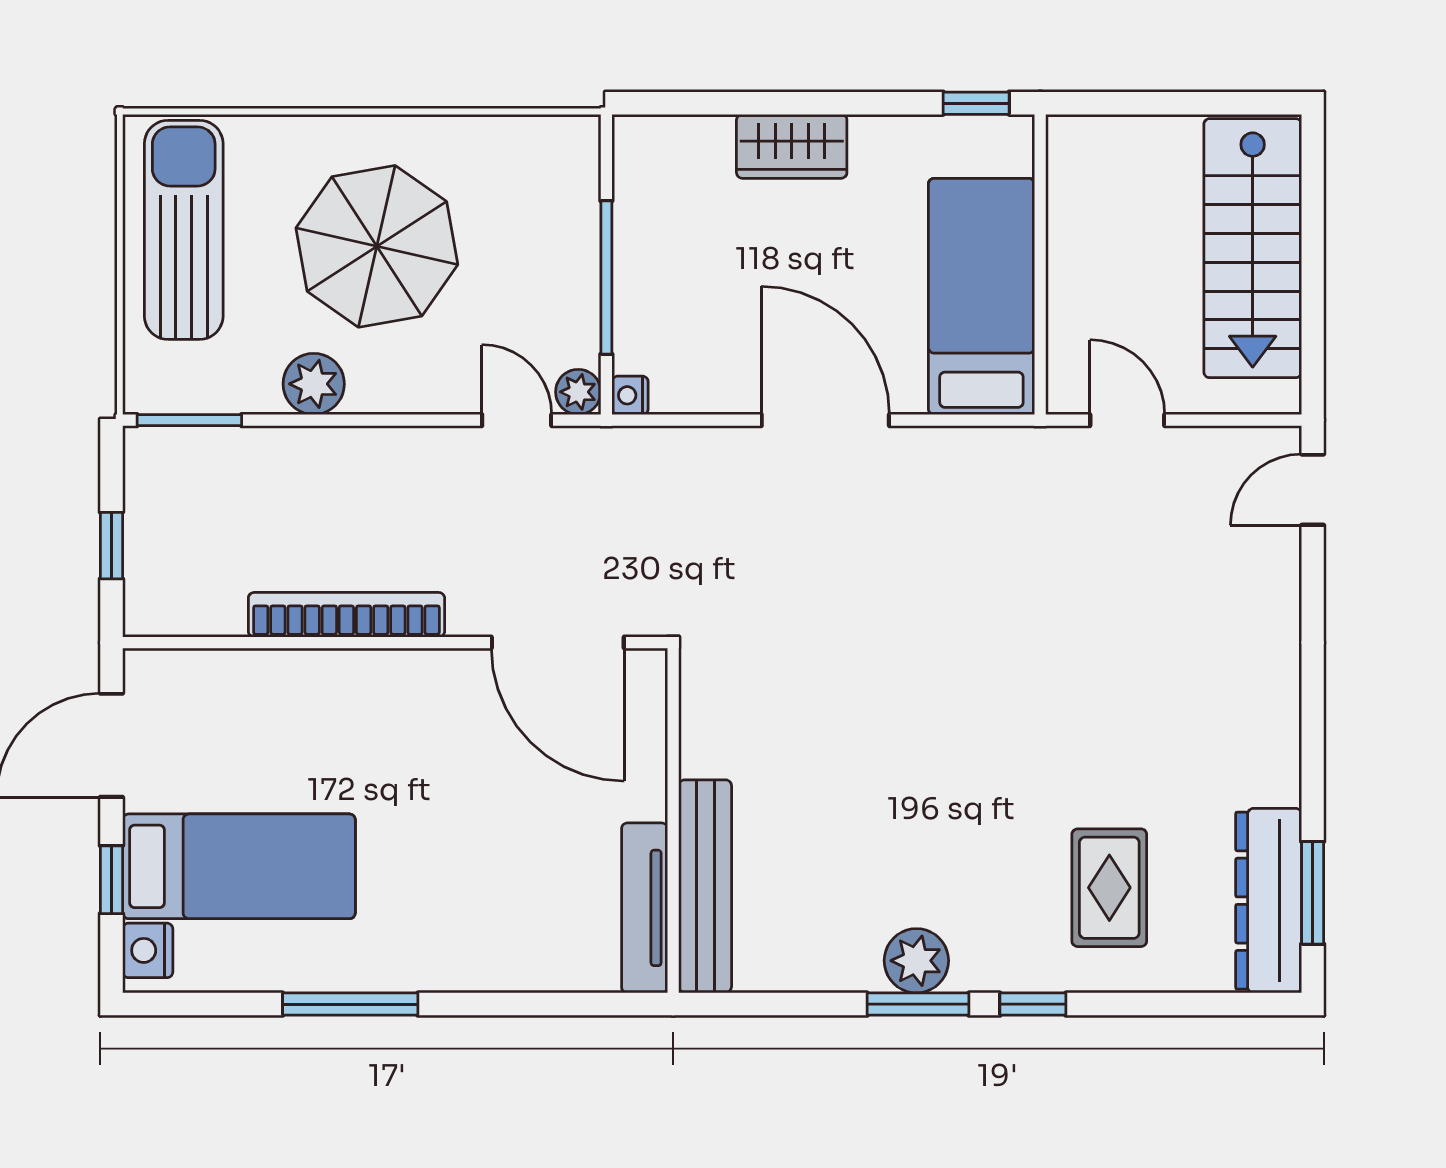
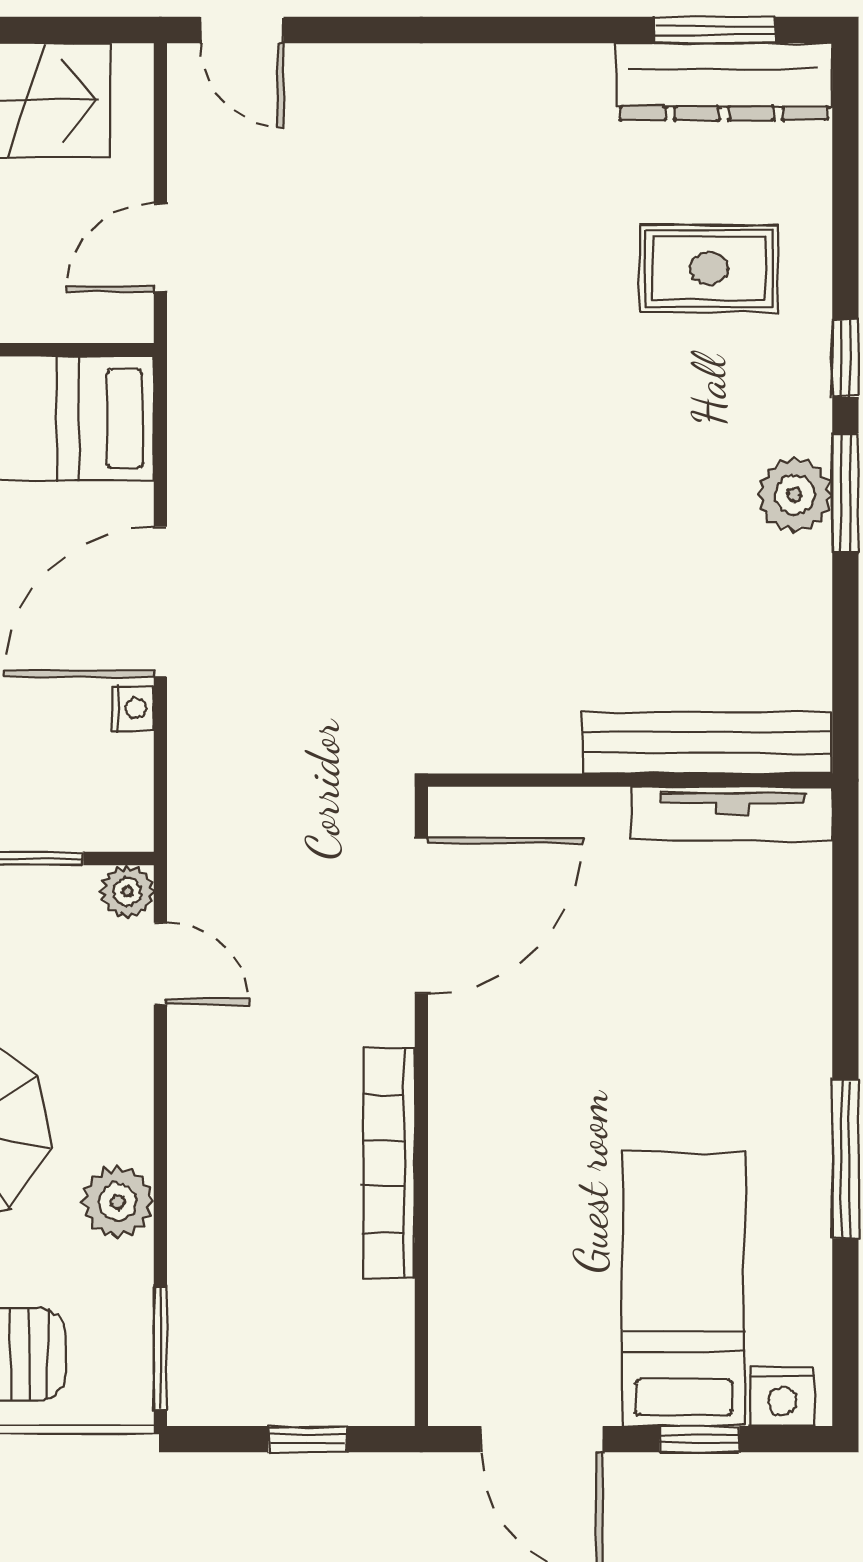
nightstand: (630, 395) -> (133, 708), moved, turned -90
door: (517, 420) -> (160, 964), swing flipped

